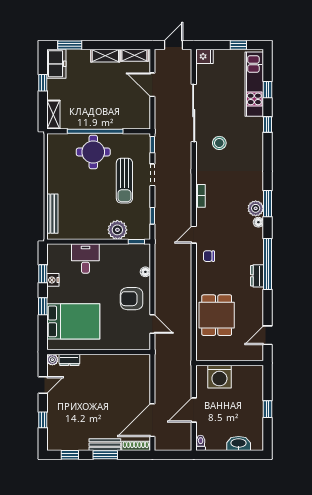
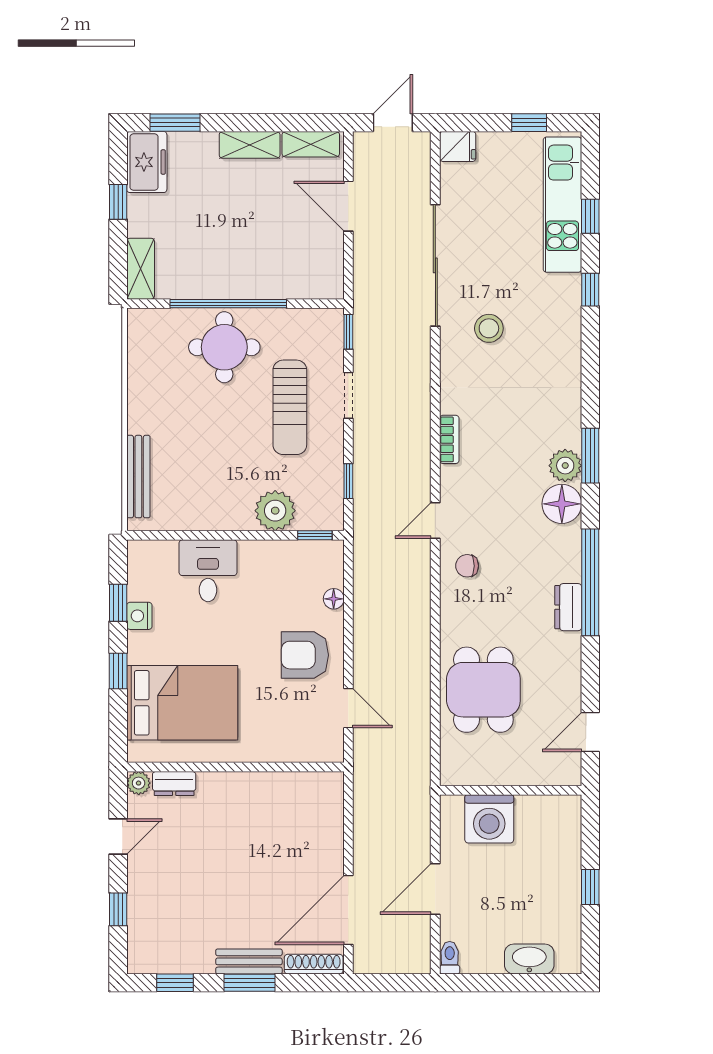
floor lamp: (258, 222) -> (562, 504), width x1.89, depth x1.89

